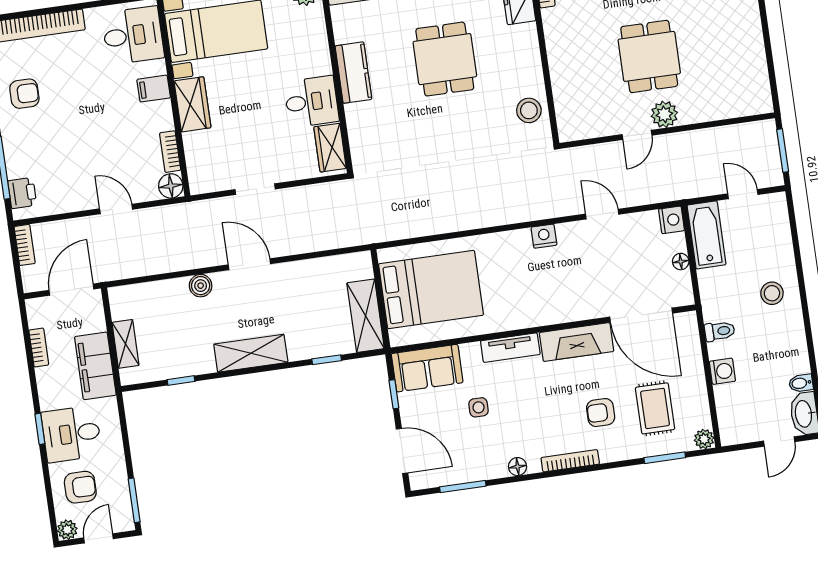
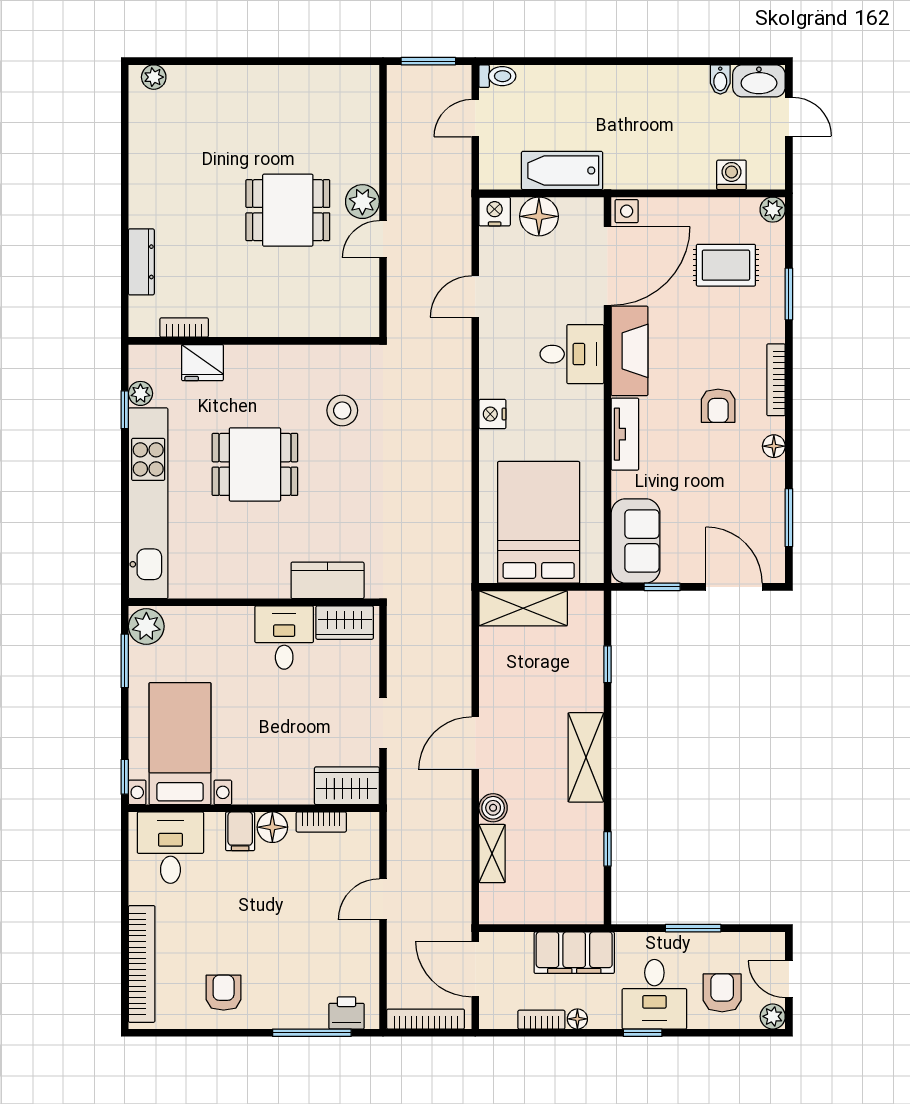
kitchen counter: (353, 73) -> (328, 580), moved
wardrobe: (193, 104) -> (347, 786), moved
stool: (529, 110) -> (342, 410), moved
door: (637, 135) -> (383, 239), swing flipped
floor lamp: (171, 186) -> (272, 827), moved
bathtub: (707, 235) -> (562, 171), moved
nightstand: (544, 236) -> (492, 414), moved
bookcase: (25, 245) -> (426, 1019), width x1.56
floor lamp: (681, 262) -> (539, 216), width x1.89, depth x1.89
stool: (772, 293) -> (604, 100), removed
desk: (568, 297) -> (572, 354), added
shelving: (366, 316) -> (523, 608), moved
toilet: (720, 331) -> (497, 76), moved, turned 90
shelving: (125, 344) -> (492, 854), moved, turned 90
washing machine: (722, 371) -> (731, 175), moved
floor lamp: (43, 376) -> (577, 1019), added
side table: (479, 407) -> (627, 211), moved
armchair: (601, 413) -> (718, 406), moved
door: (402, 451) -> (734, 587), hinge flipped
window: (665, 458) -> (789, 294), moved
window: (134, 500) -> (693, 928), moved

